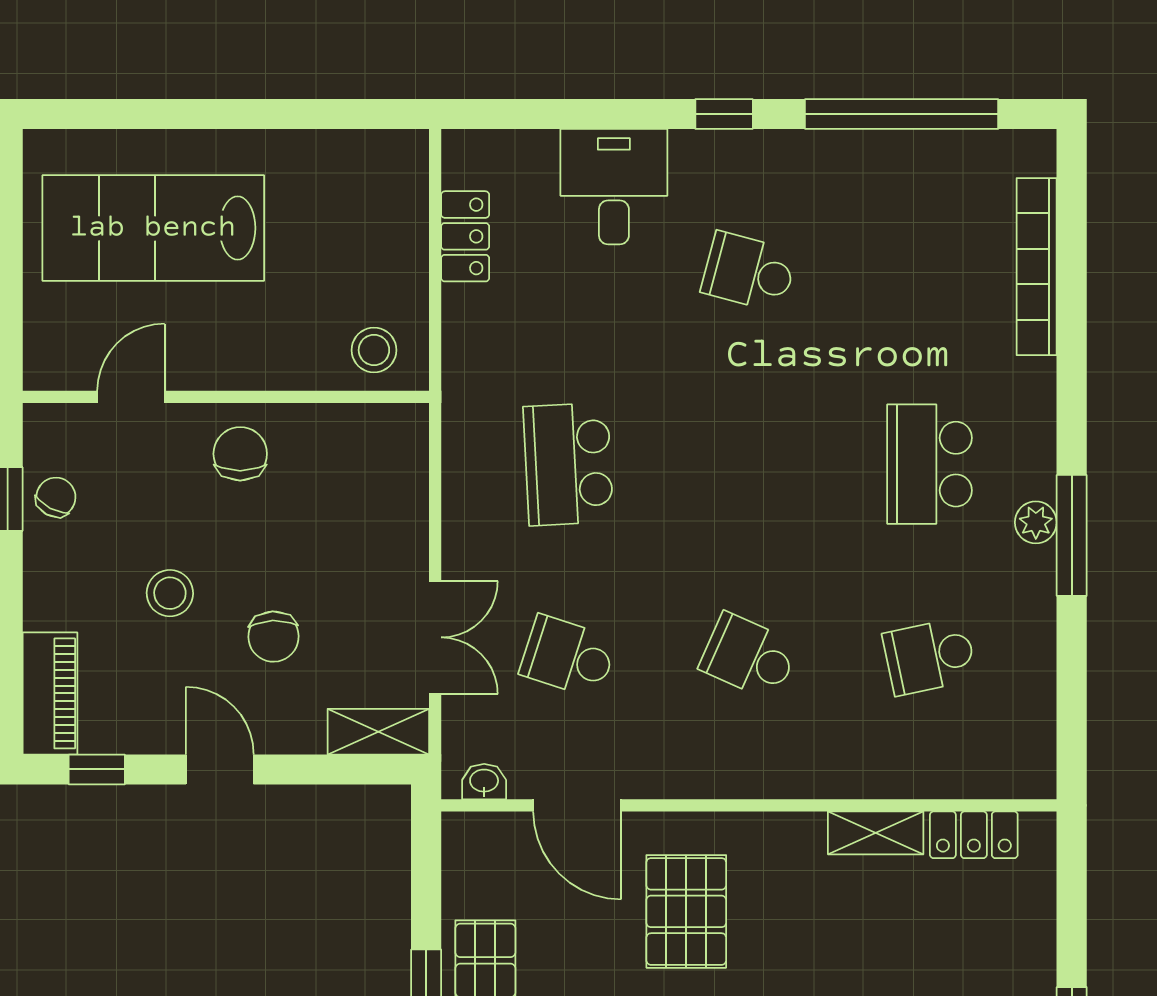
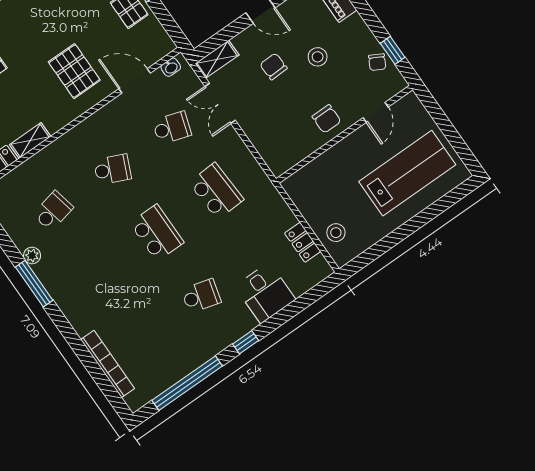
stool: (374, 350) -> (336, 233), moved
school desk: (930, 464) -> (157, 233), moved
plant: (1036, 522) -> (32, 256), moved

